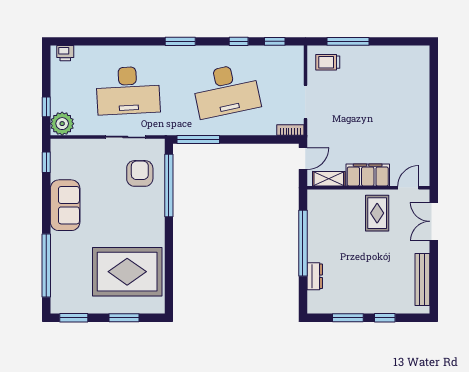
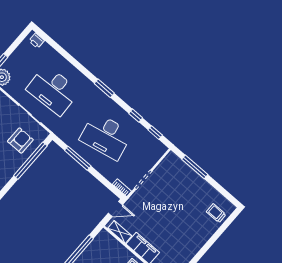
trolley: (328, 62) -> (216, 213), moved
window: (198, 139) -> (78, 158), moved

